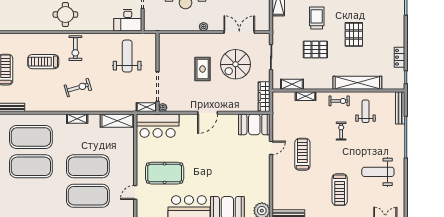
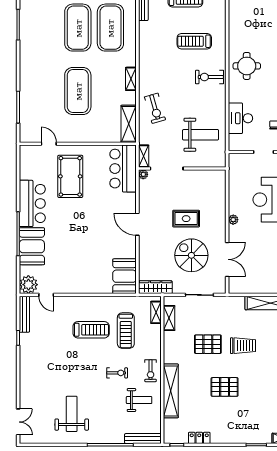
desk: (128, 20) -> (240, 118), moved
pallet: (315, 49) -> (208, 344), turned 90
treadmill: (43, 62) -> (194, 41), turned -90
exercise bike: (78, 88) -> (155, 108), moved
shelving: (306, 96) -> (156, 312), moved
door: (271, 148) -> (46, 295), moved
treadmill: (340, 190) -> (126, 331), moved, turned -90
exercise mat: (88, 196) -> (45, 91), removed

